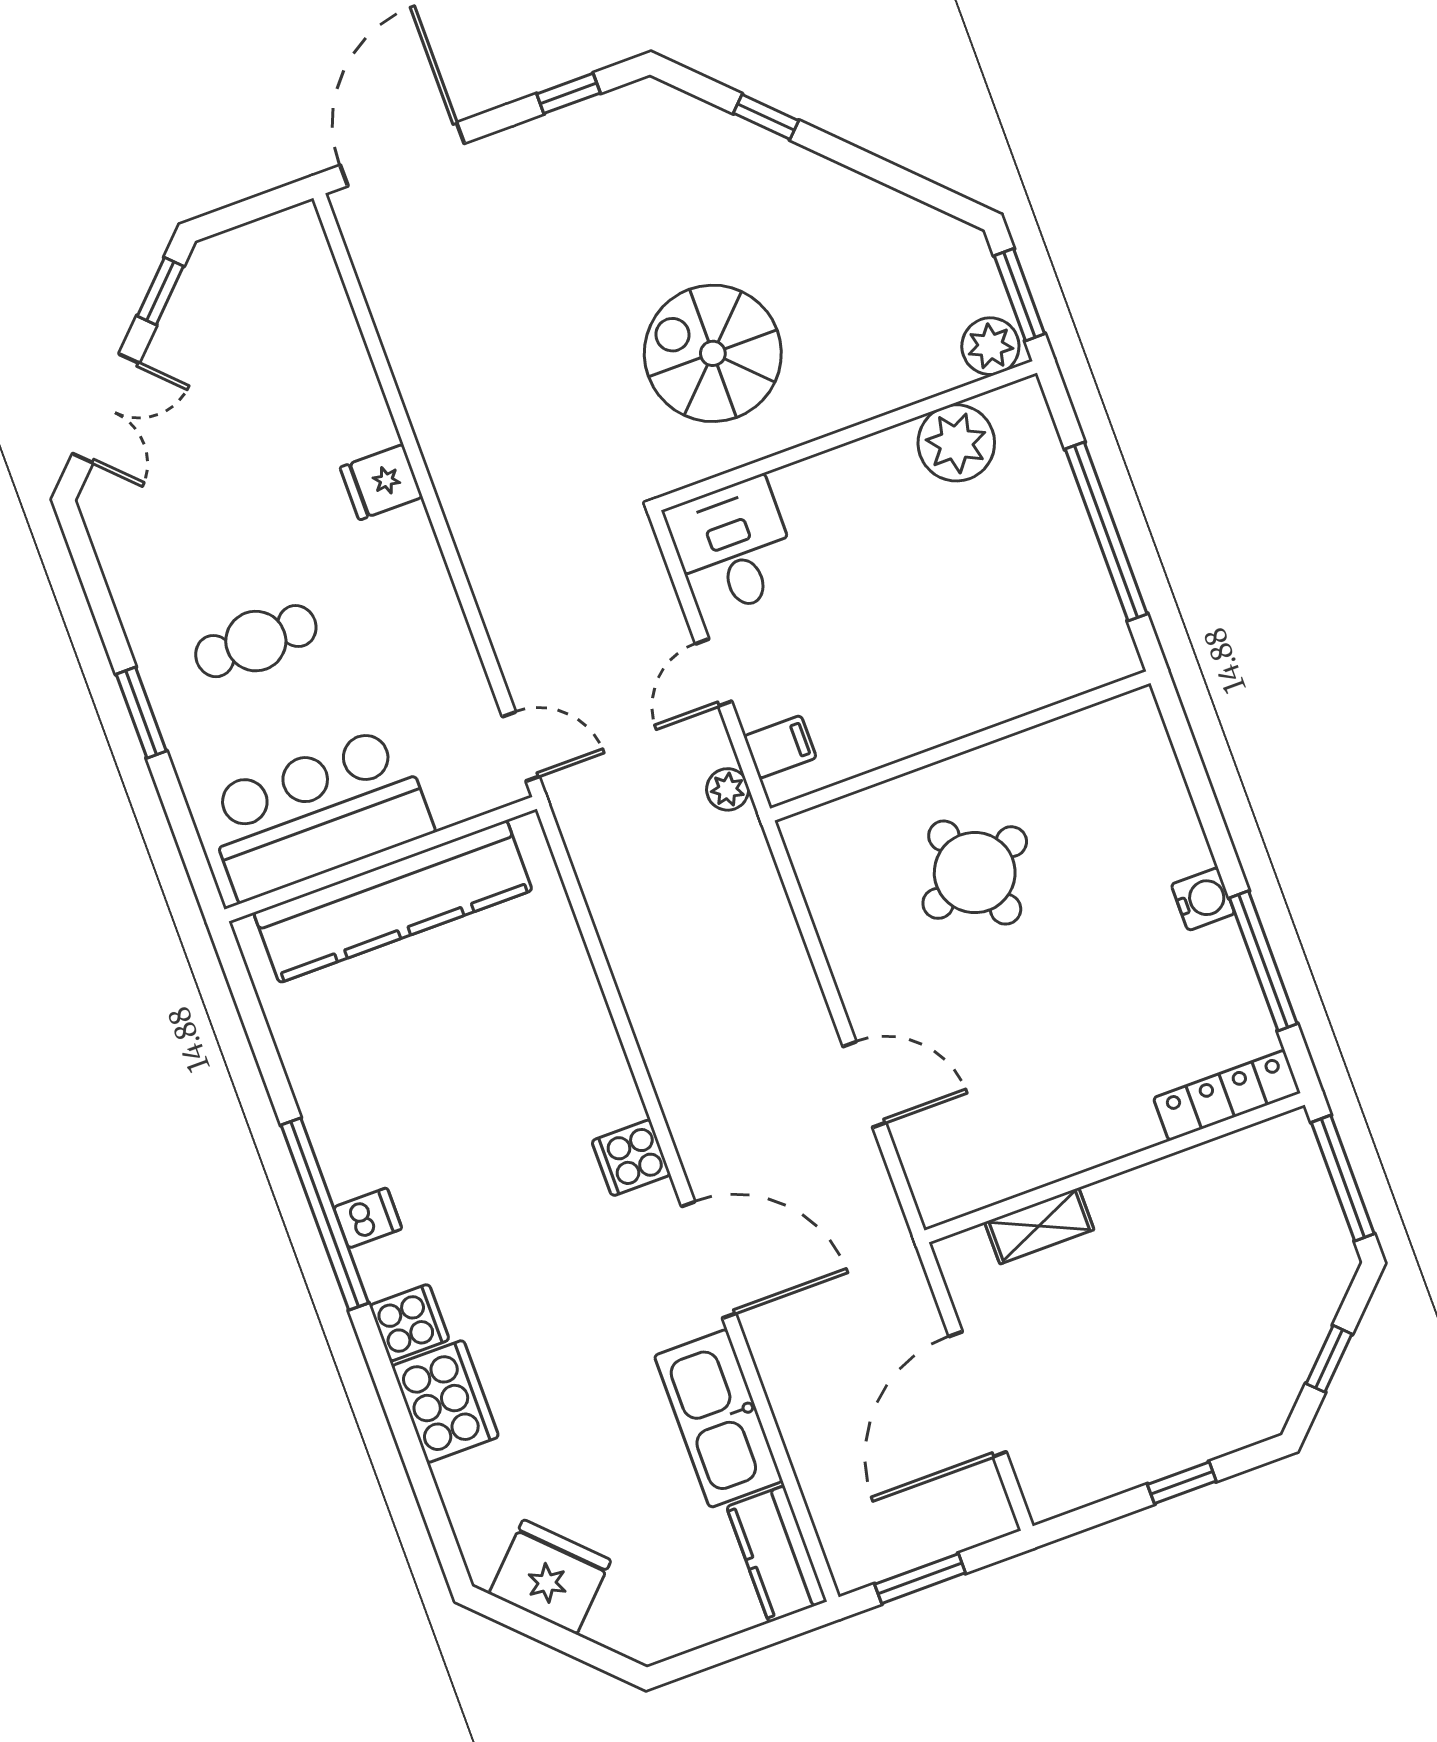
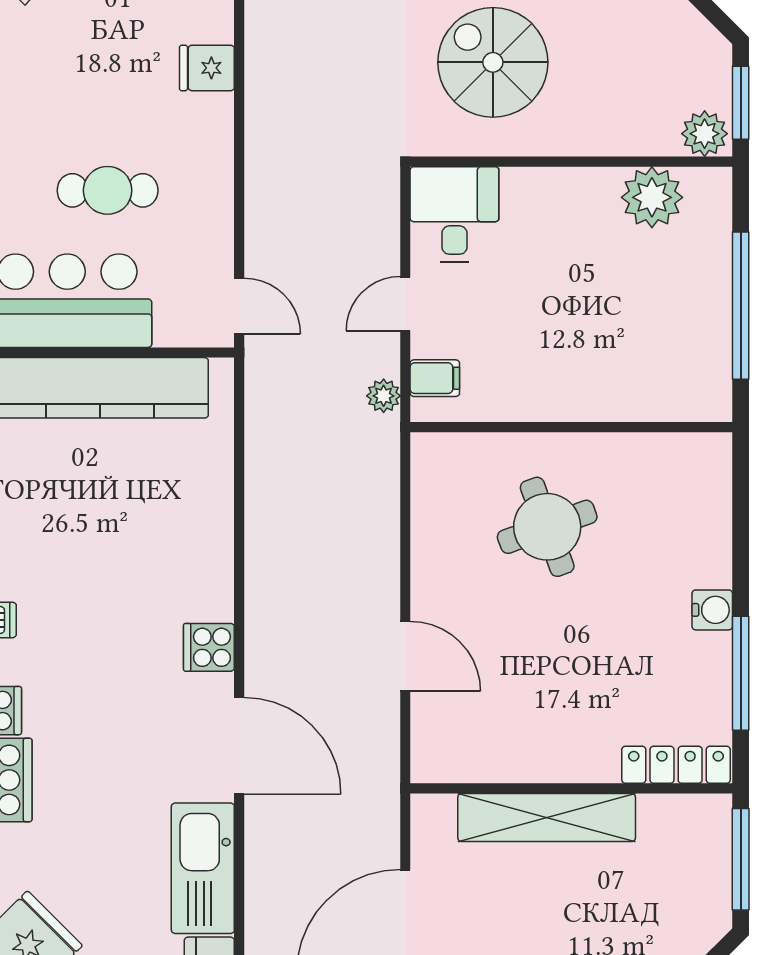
cafe table: (256, 641) -> (108, 190), moved
shelving: (1039, 1226) -> (547, 818), width x2.20, depth x1.33

